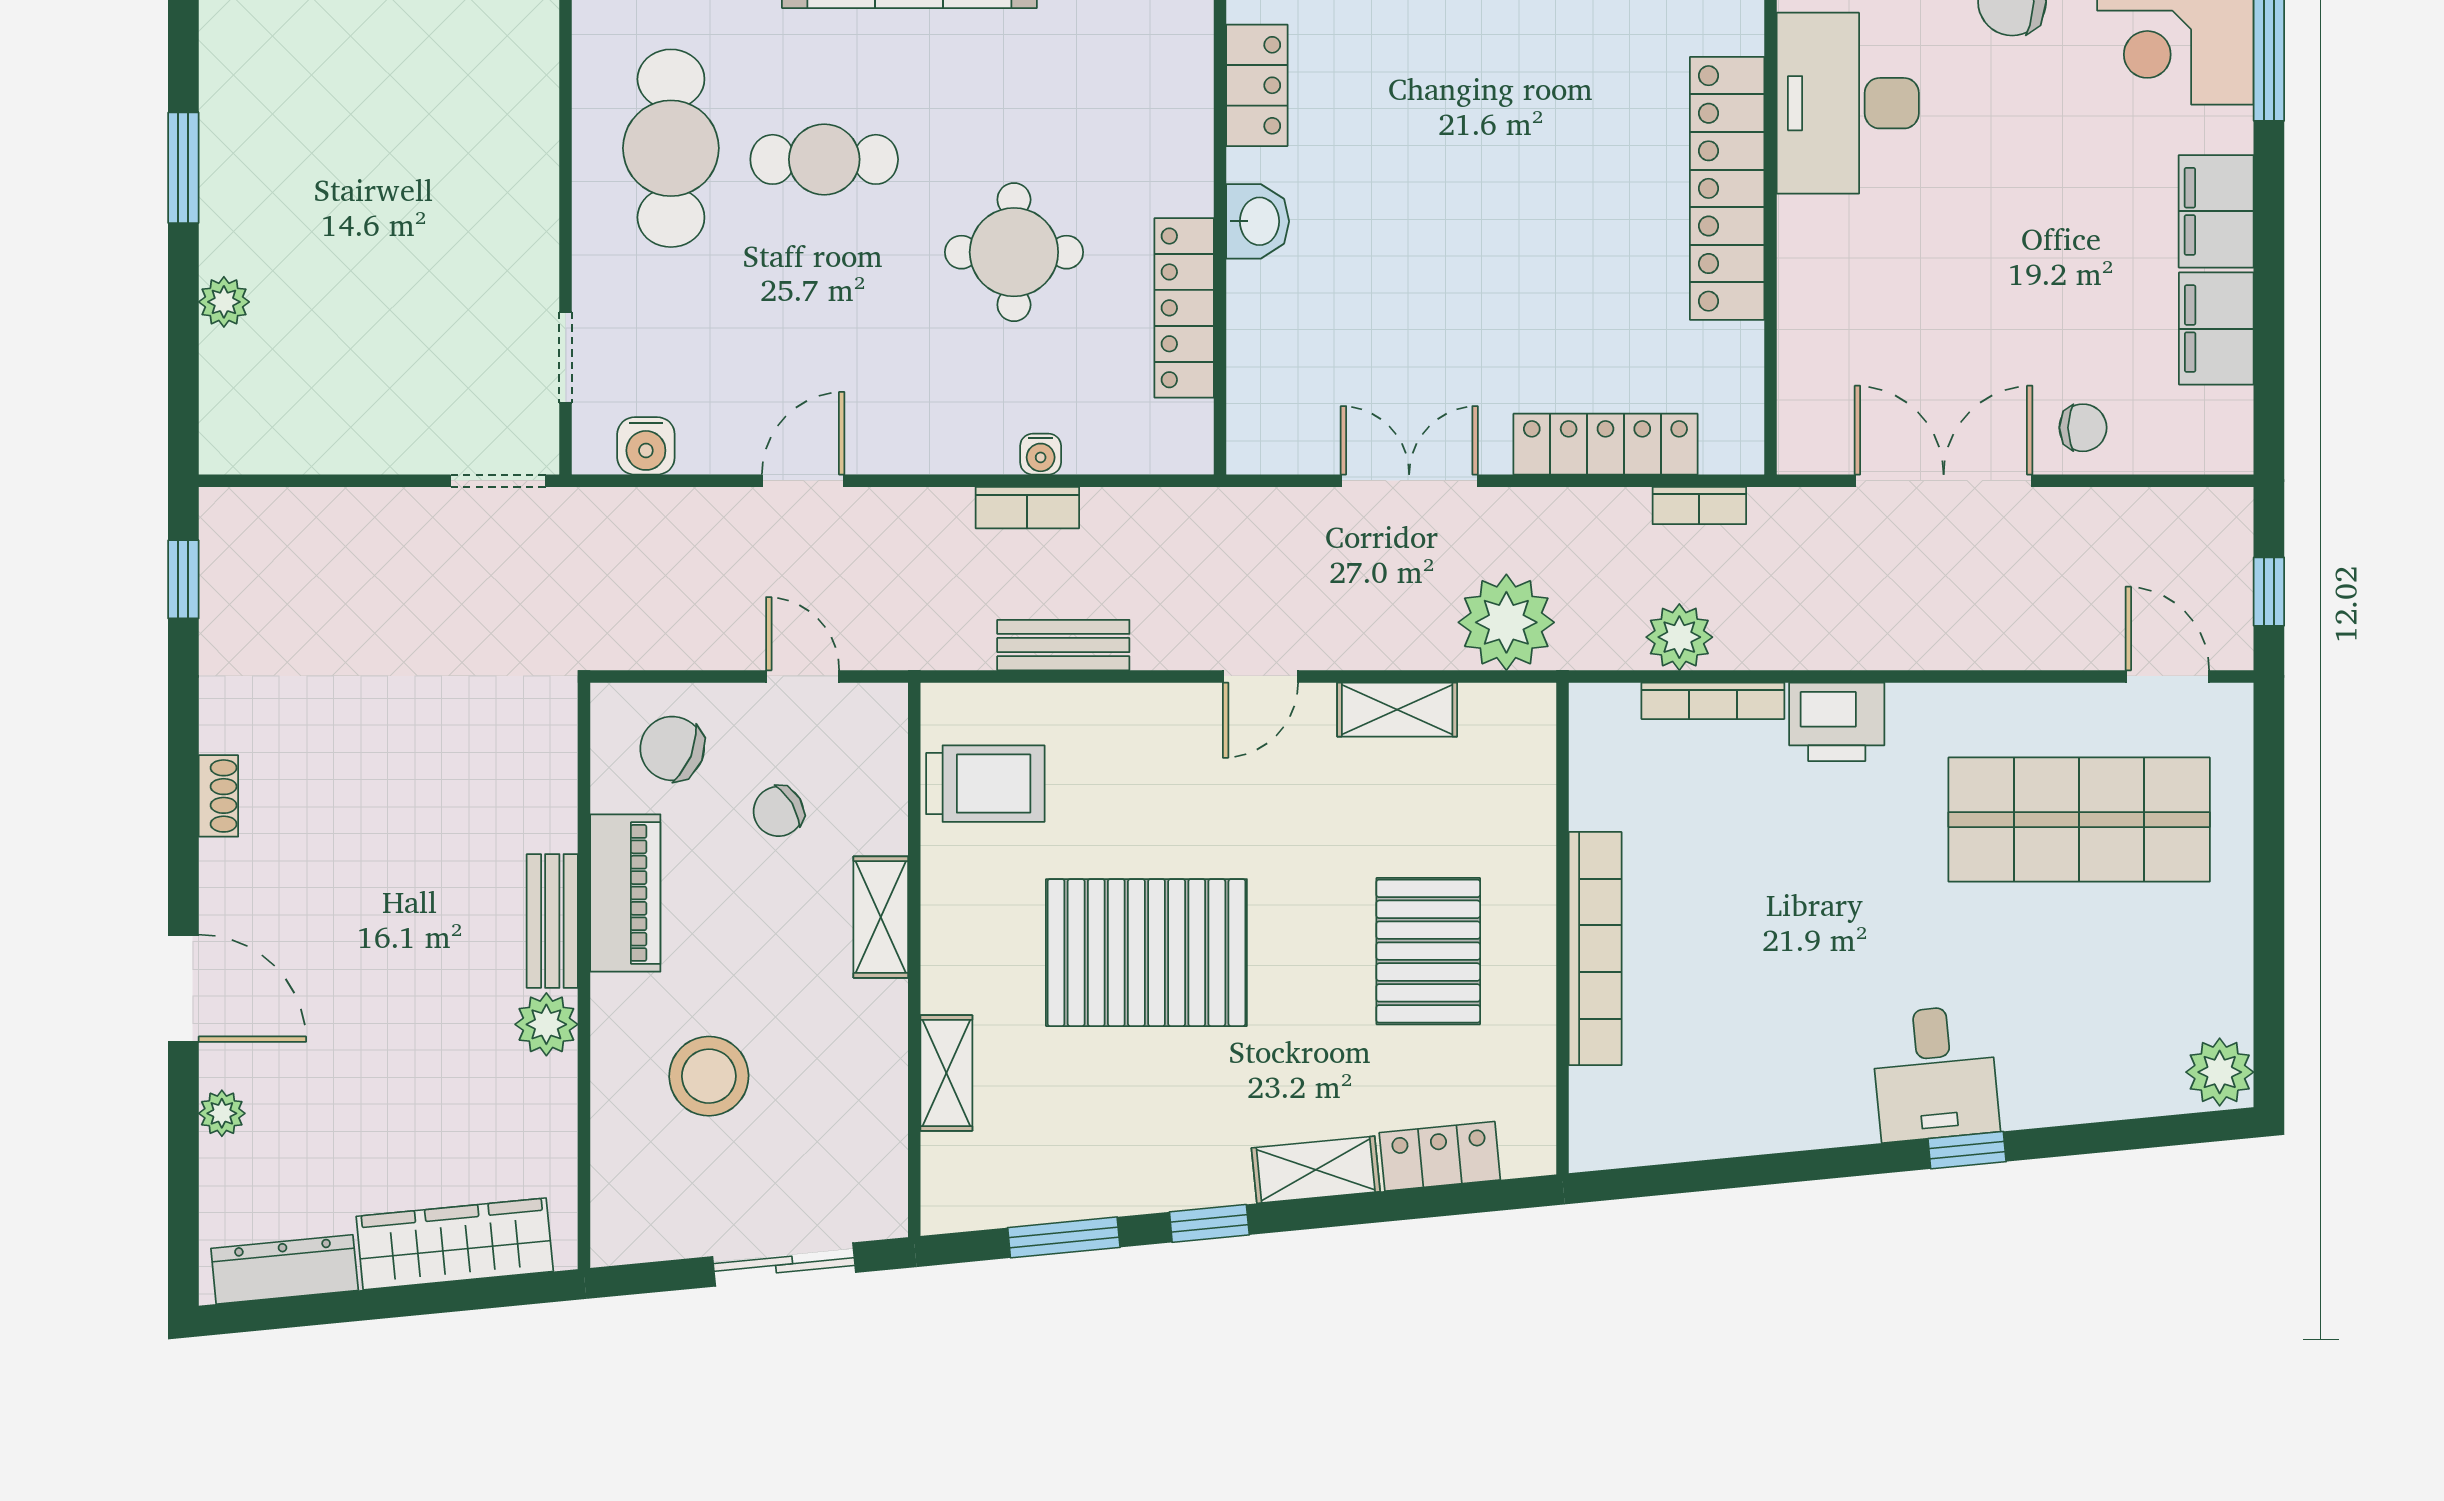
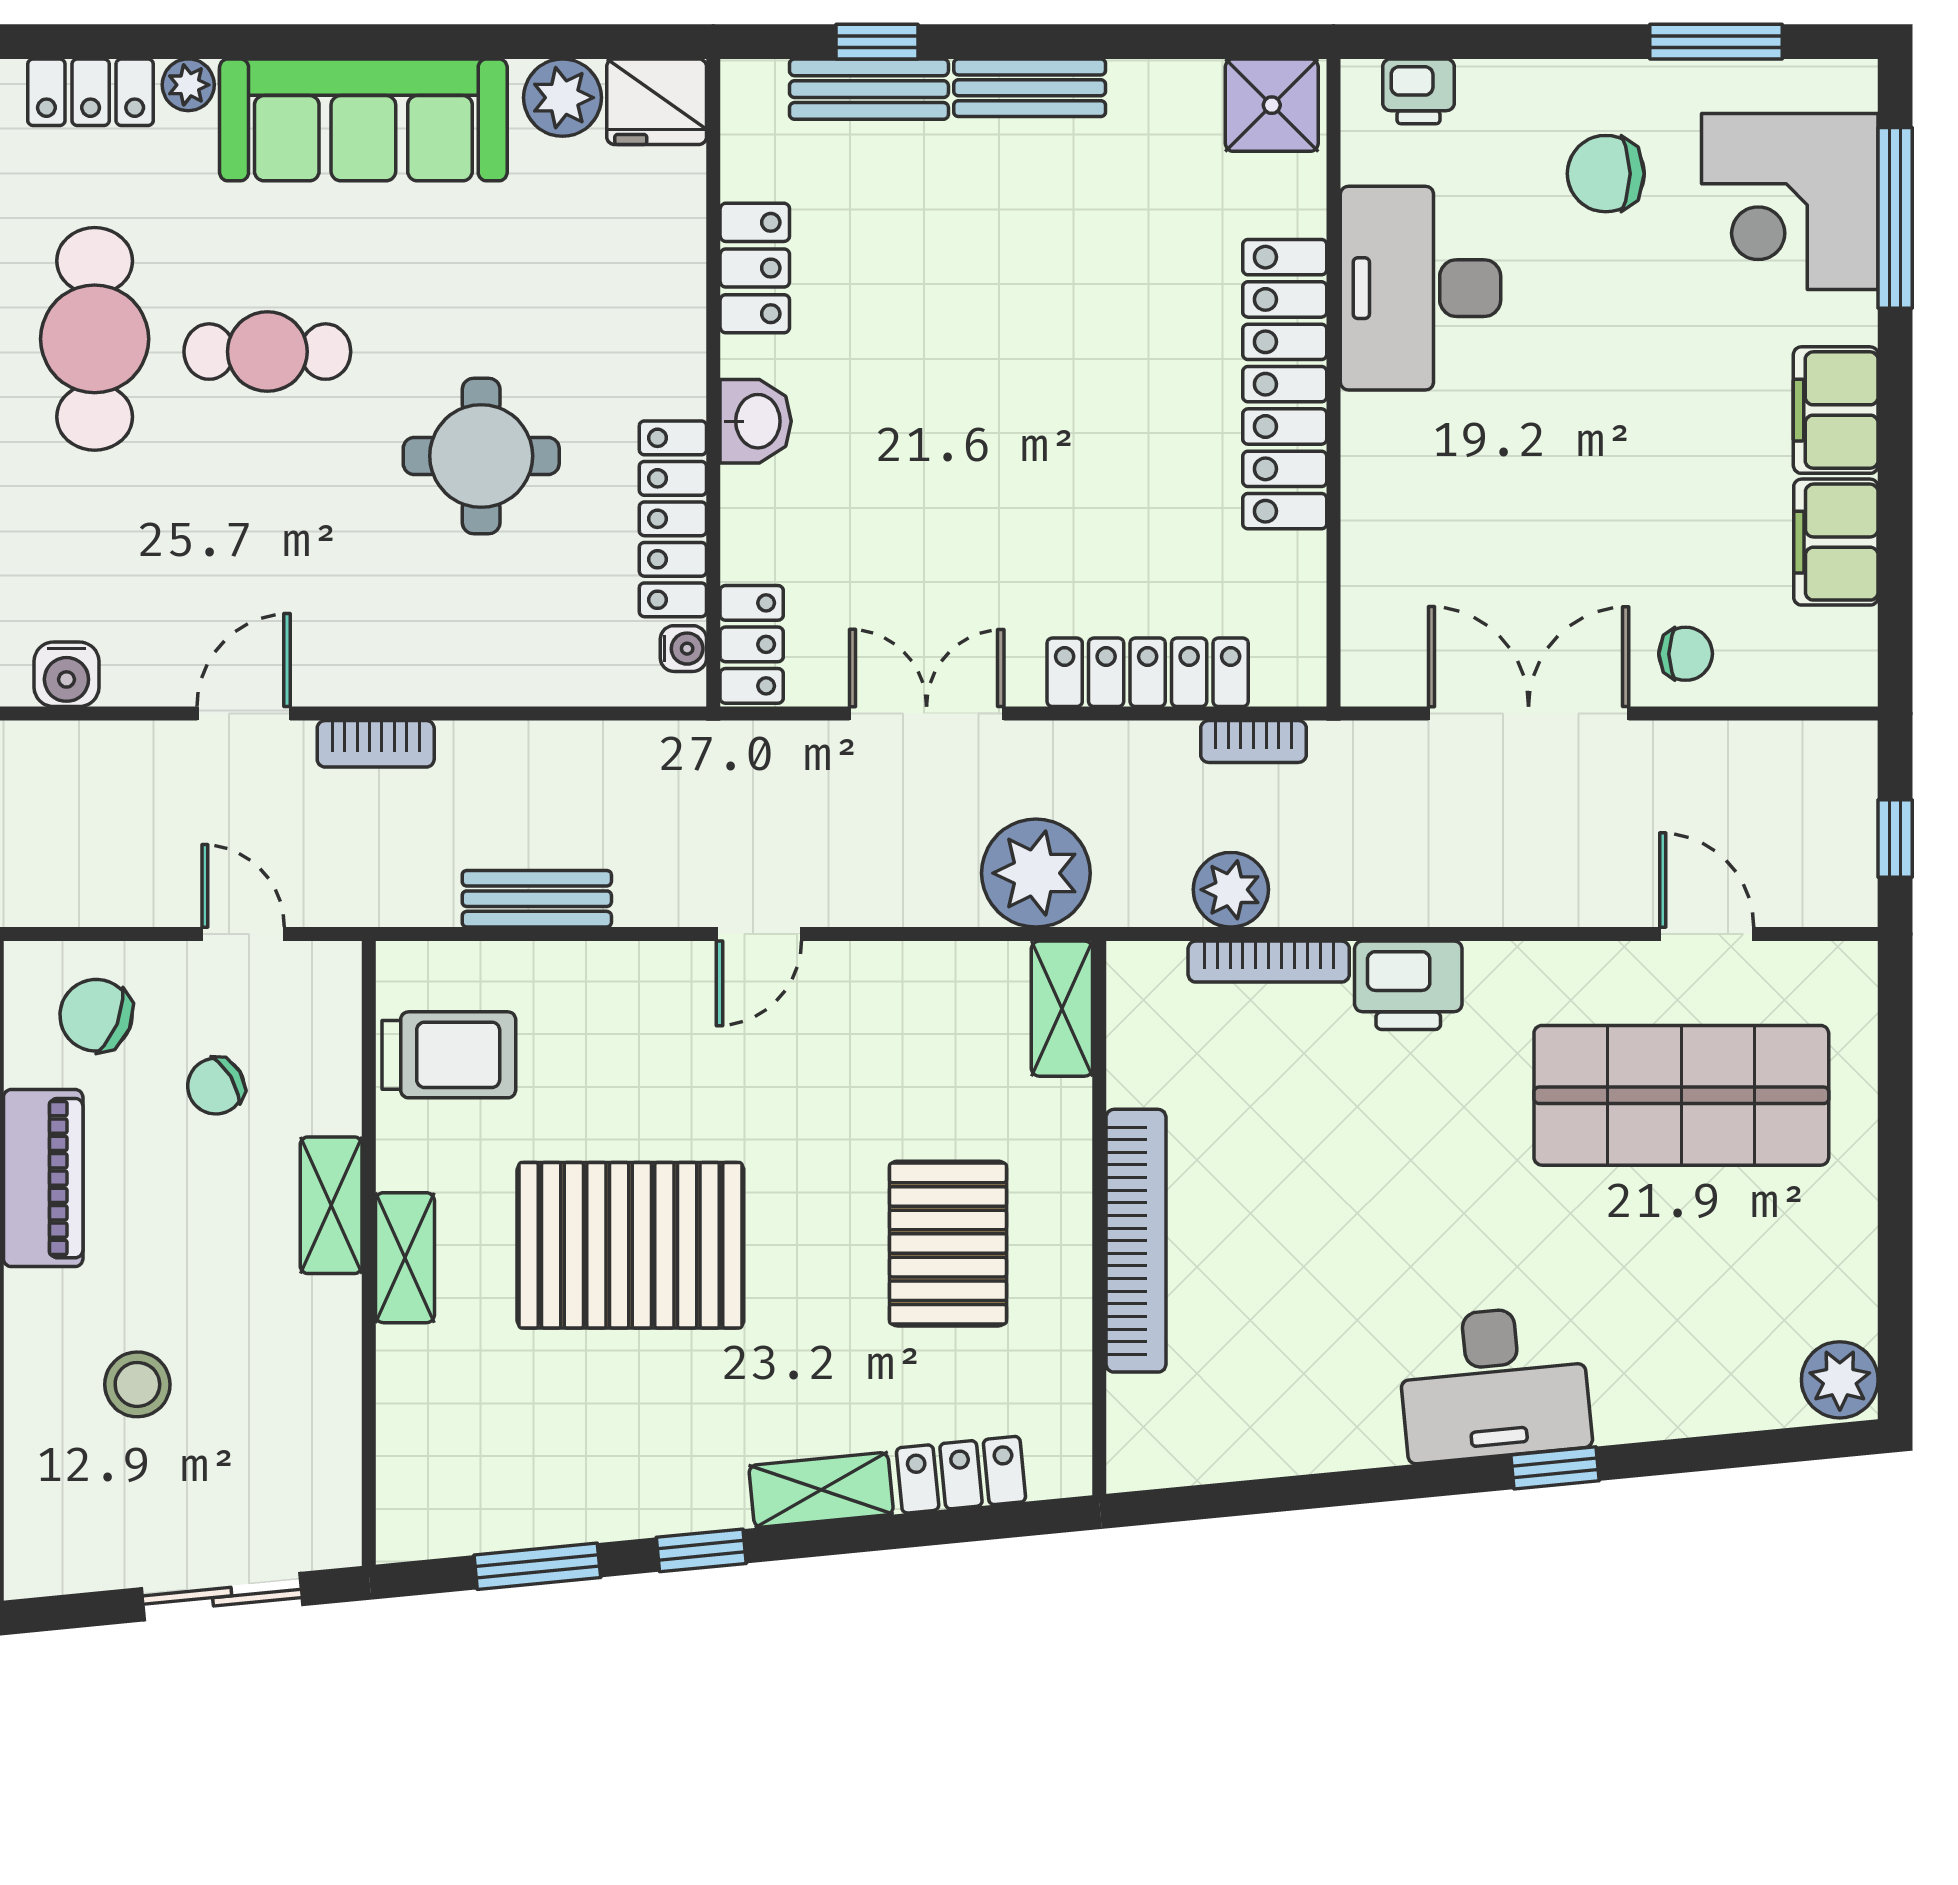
locker: (1254, 419) -> (752, 644), added
water cooler: (1041, 454) -> (683, 649), moved, turned -90
bookcase: (1027, 508) -> (376, 744), moved
door: (2167, 676) -> (1707, 934), moved
shelving: (1397, 710) -> (1062, 1009), moved, turned 90
shelving: (946, 1073) -> (405, 1258), moved
desk: (1935, 1073) -> (1494, 1383), width x1.37
stool: (709, 1076) -> (137, 1384), width x0.73, depth x0.73

